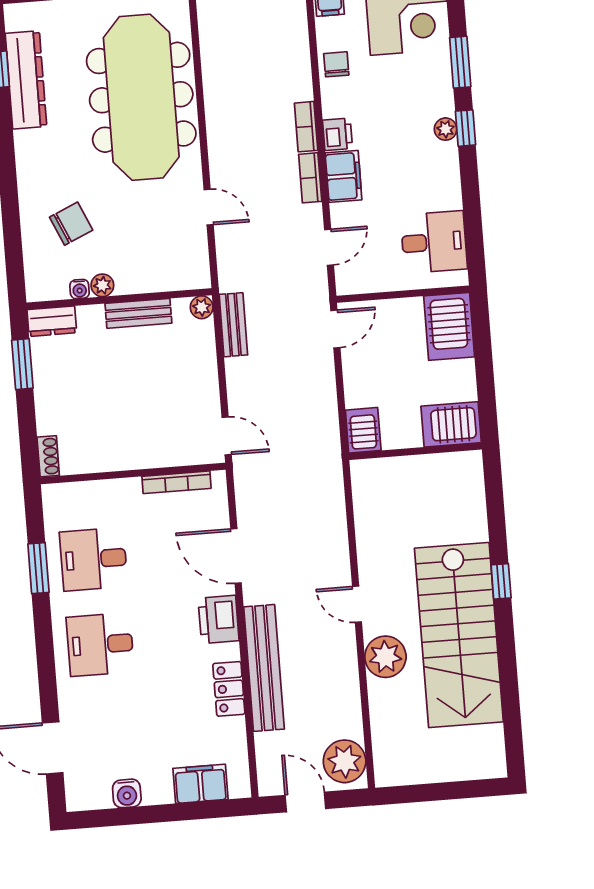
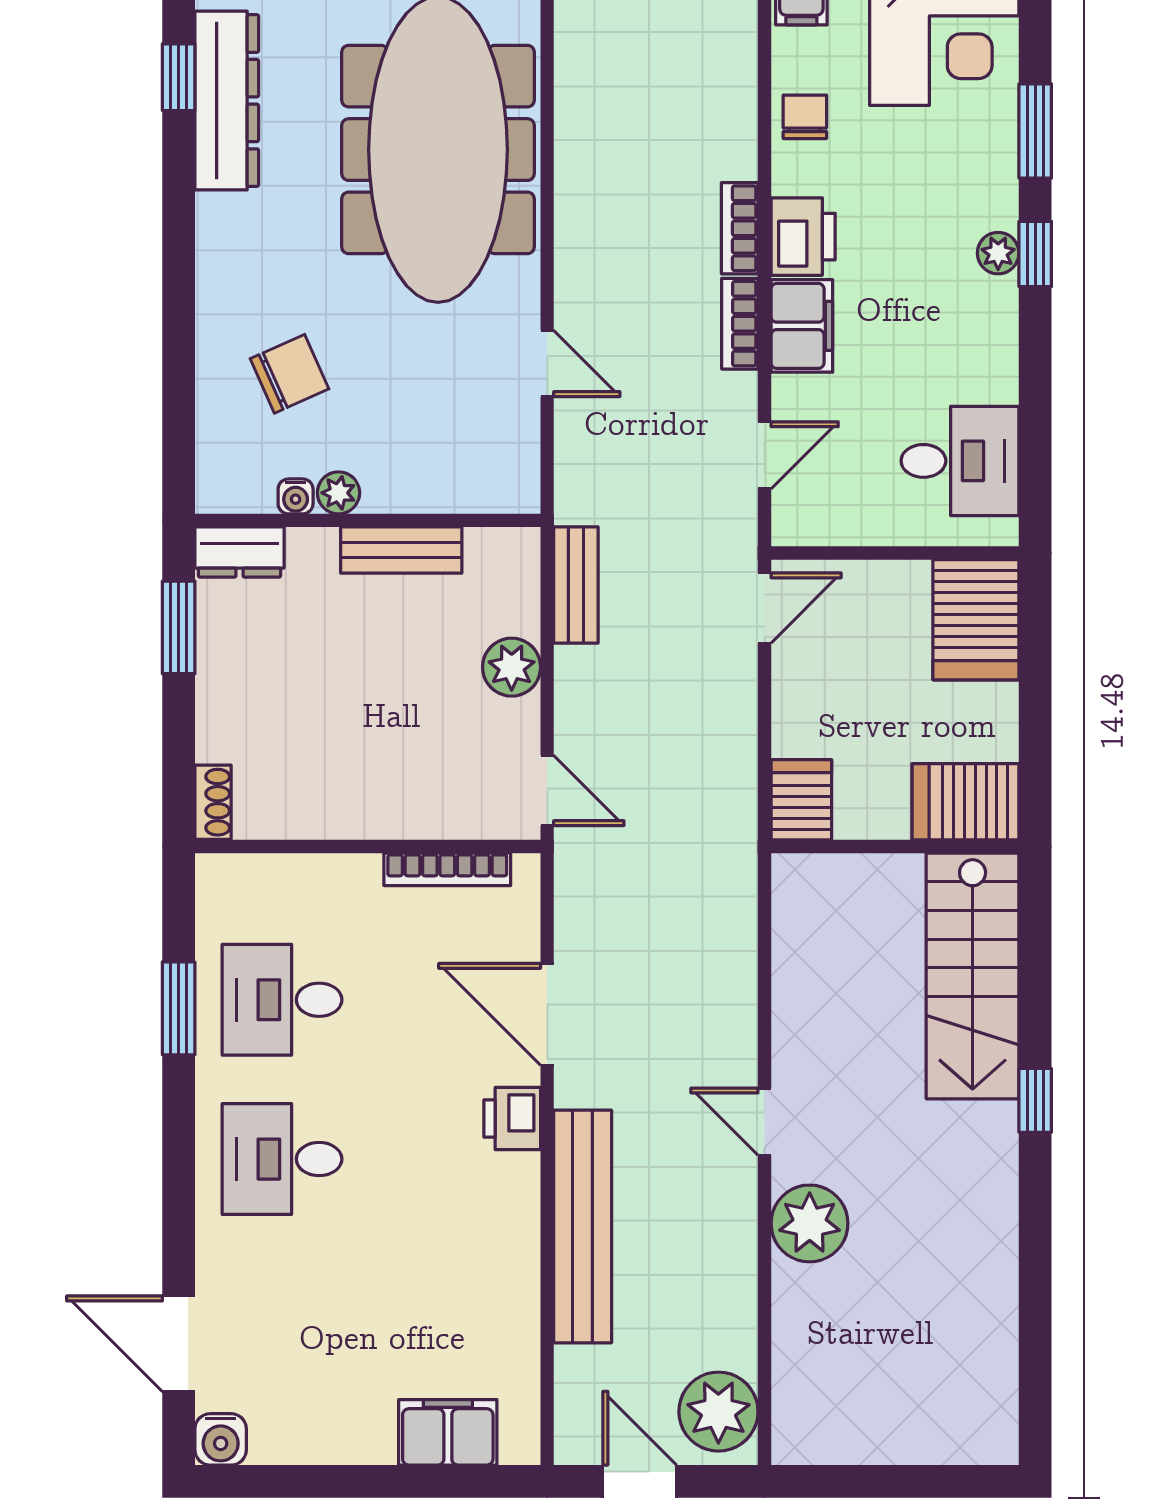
printer: (337, 134) -> (803, 237), width x1.36, depth x1.24
plant: (202, 307) -> (512, 667), moved, width x1.38, depth x1.38
printer: (219, 619) -> (512, 1119), width x0.73, depth x0.81
stairs: (459, 635) -> (973, 976), moved, width x0.73, depth x0.66
locker: (229, 689) -> (514, 1260), removed
water cooler: (127, 793) -> (221, 1439), moved

